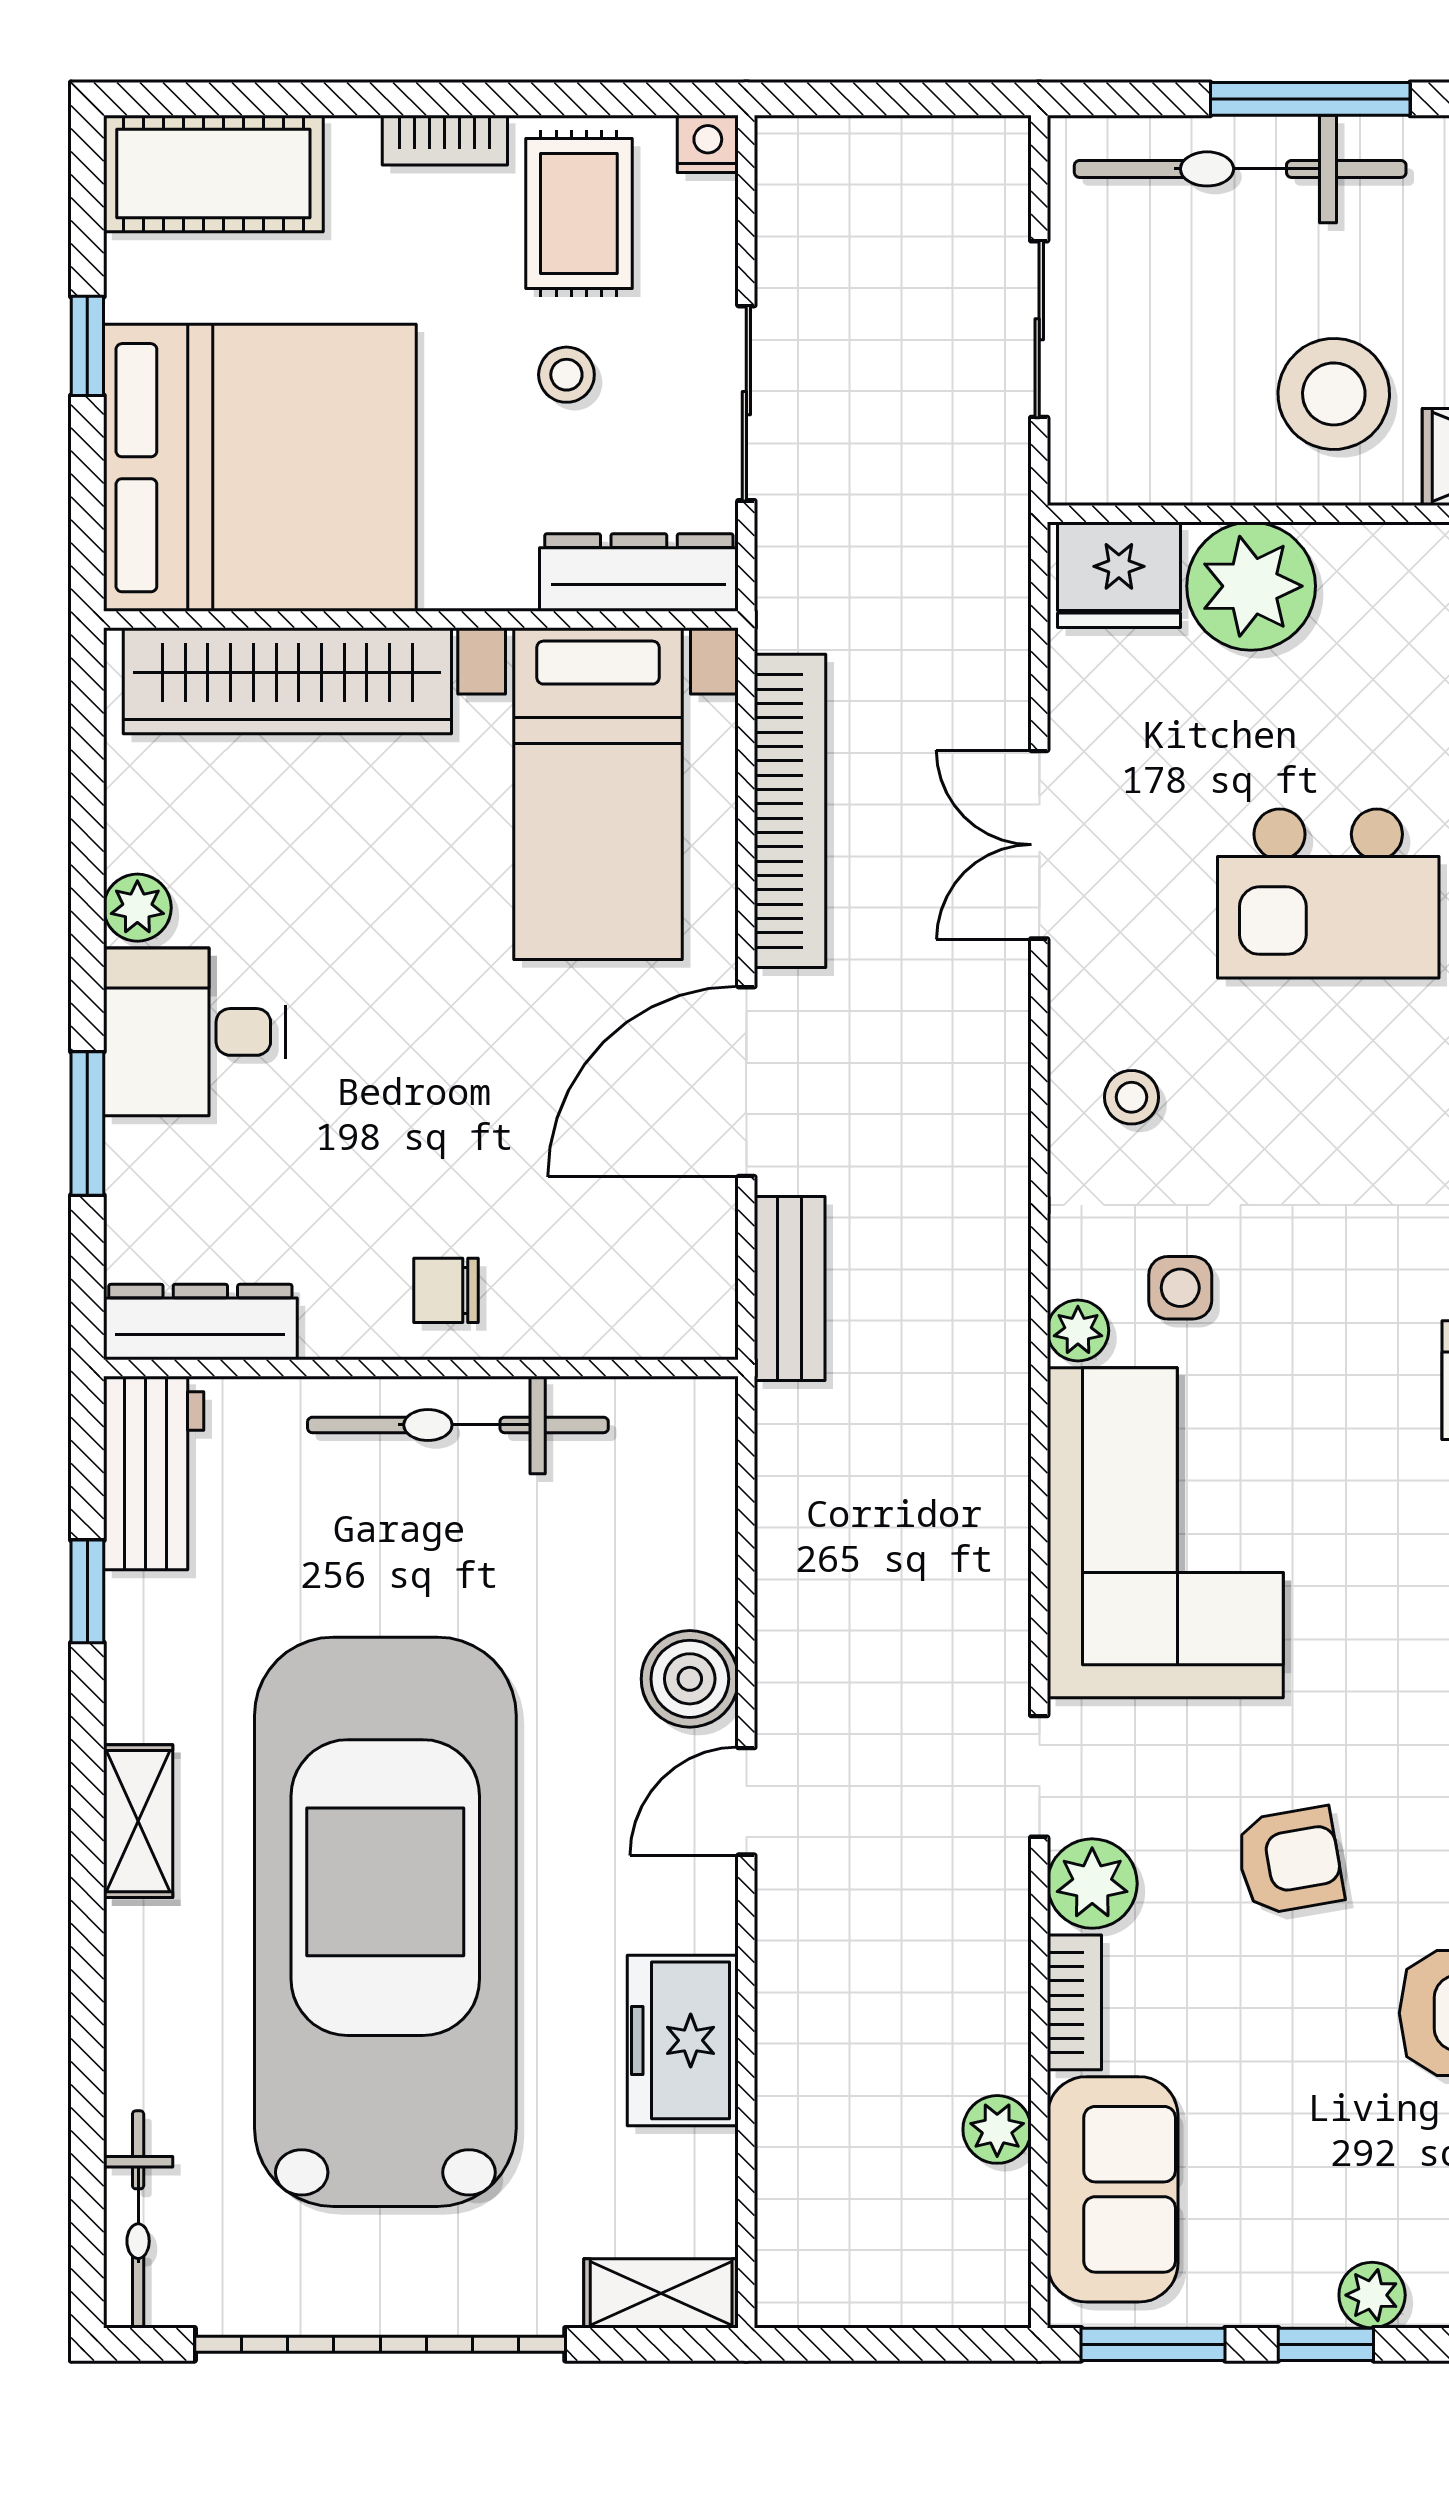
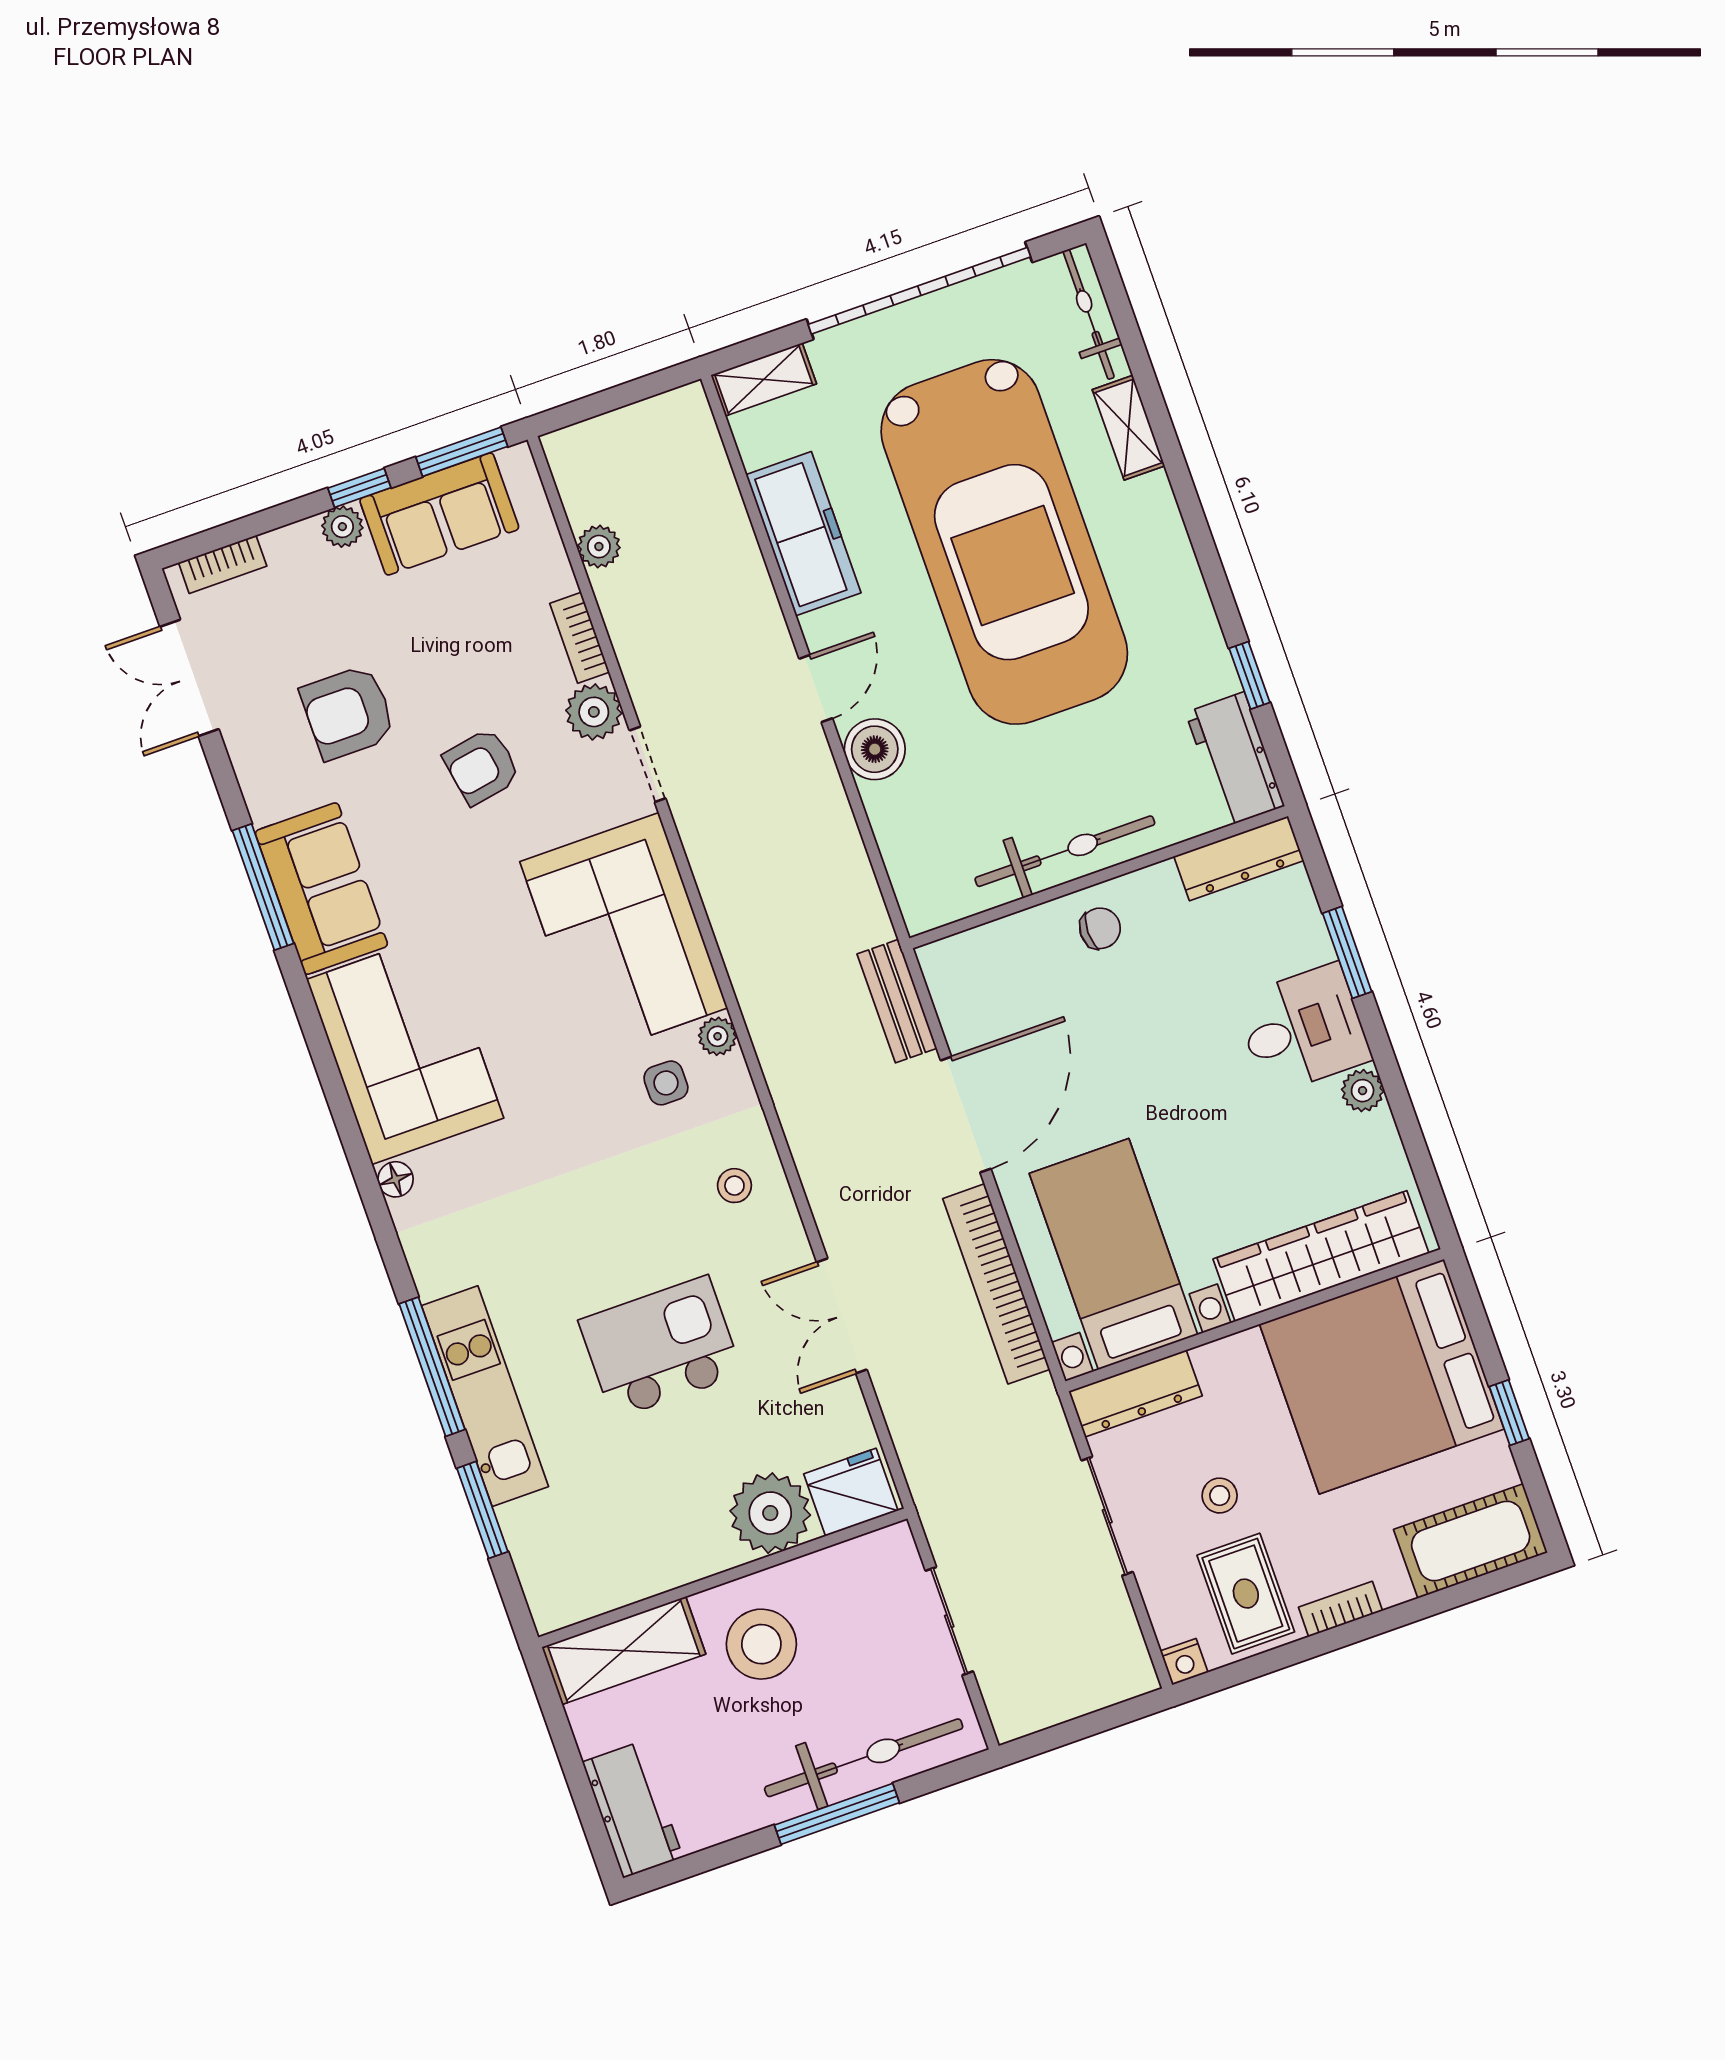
double door: (1039, 845) -> (842, 1316), swing flipped
shelving: (138, 1821) -> (1129, 428), moved
freezer: (683, 2040) -> (804, 534), width x1.40
sofa: (1113, 2189) -> (439, 514), moved, turned -90

